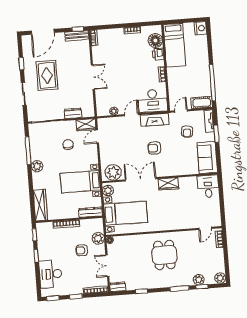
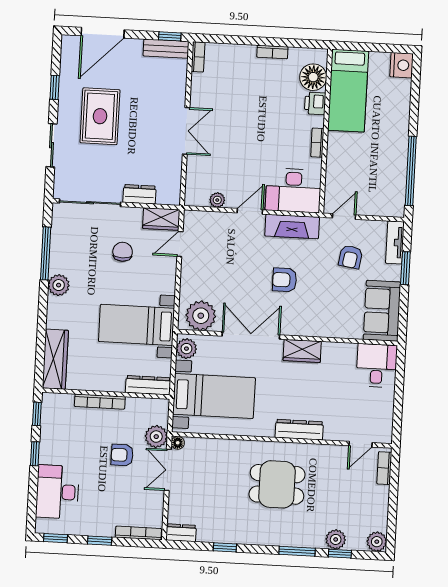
cot: (202, 103) -> (385, 206), removed
dresser: (172, 225) -> (299, 430), added
dining table: (164, 255) -> (277, 484), turned 90
double door: (107, 266) -> (168, 470), moved

